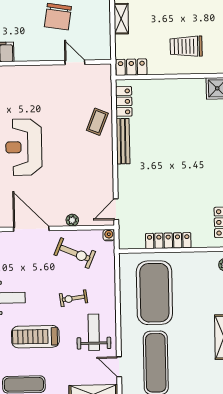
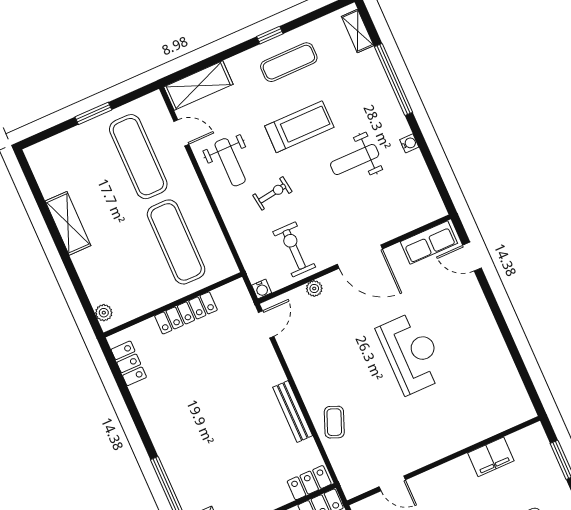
locker: (124, 101) -> (309, 483), moved, turned 90
exercise bike: (75, 253) -> (294, 249), turned 67
exercise mat: (154, 293) -> (176, 242), width x0.68

